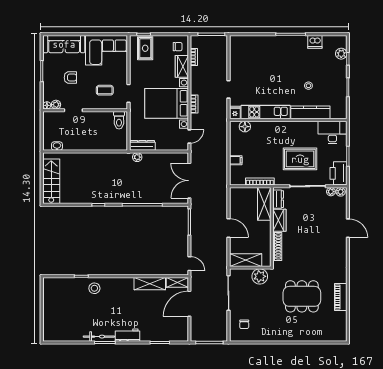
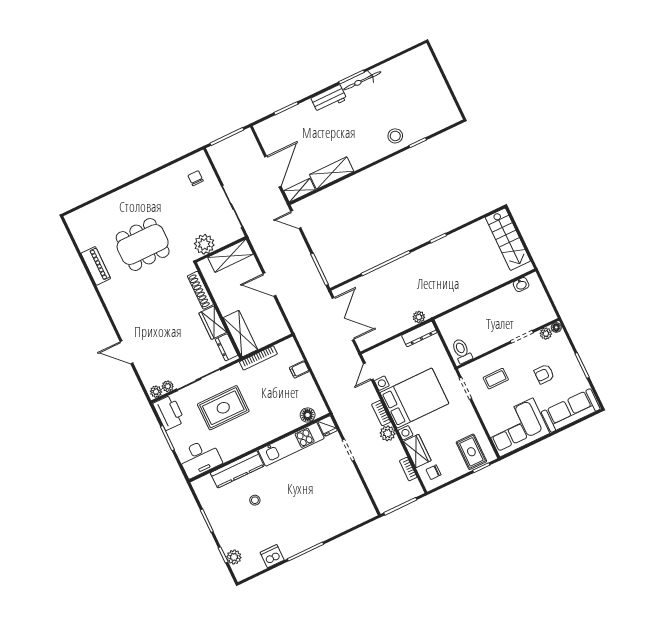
plant: (196, 88) -> (388, 433), added

